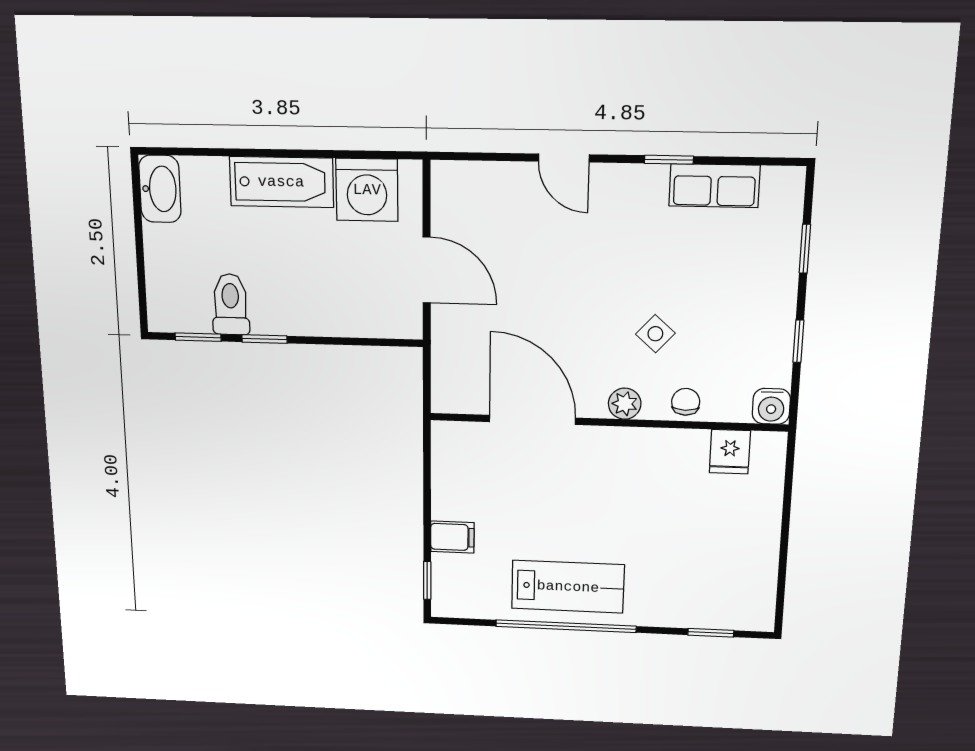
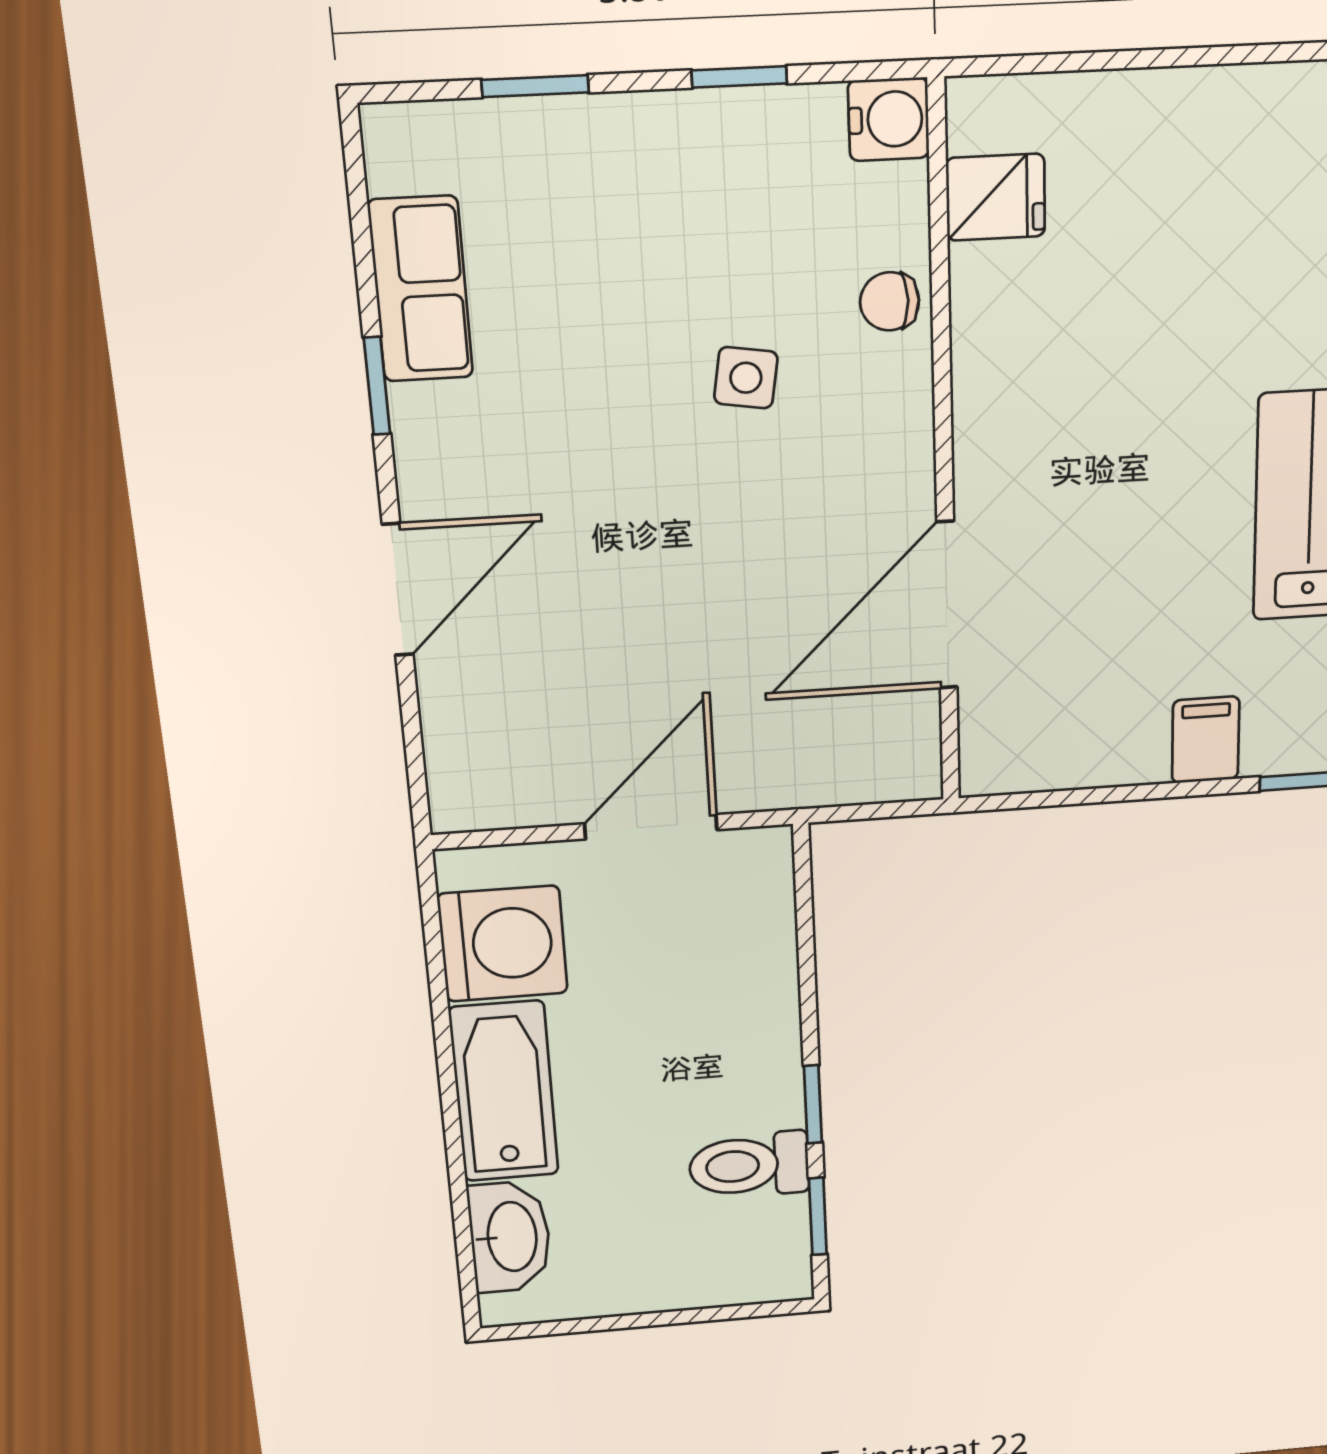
door: (564, 158) -> (398, 590), width x1.38
washbasin: (160, 189) -> (510, 1237), moved, turned 90
side table: (655, 334) -> (746, 378), turned -33
plant: (625, 404) -> (901, 426), removed

